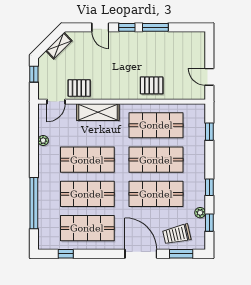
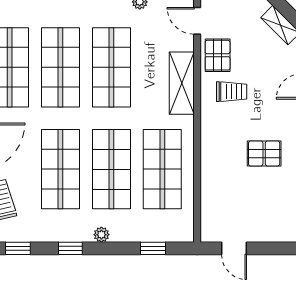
door: (209, 77) -> (234, 248), swing flipped
trolley: (104, 79) -> (232, 92), added
pallet: (152, 85) -> (264, 153), moved, turned 90
plant: (200, 213) -> (101, 235), moved

